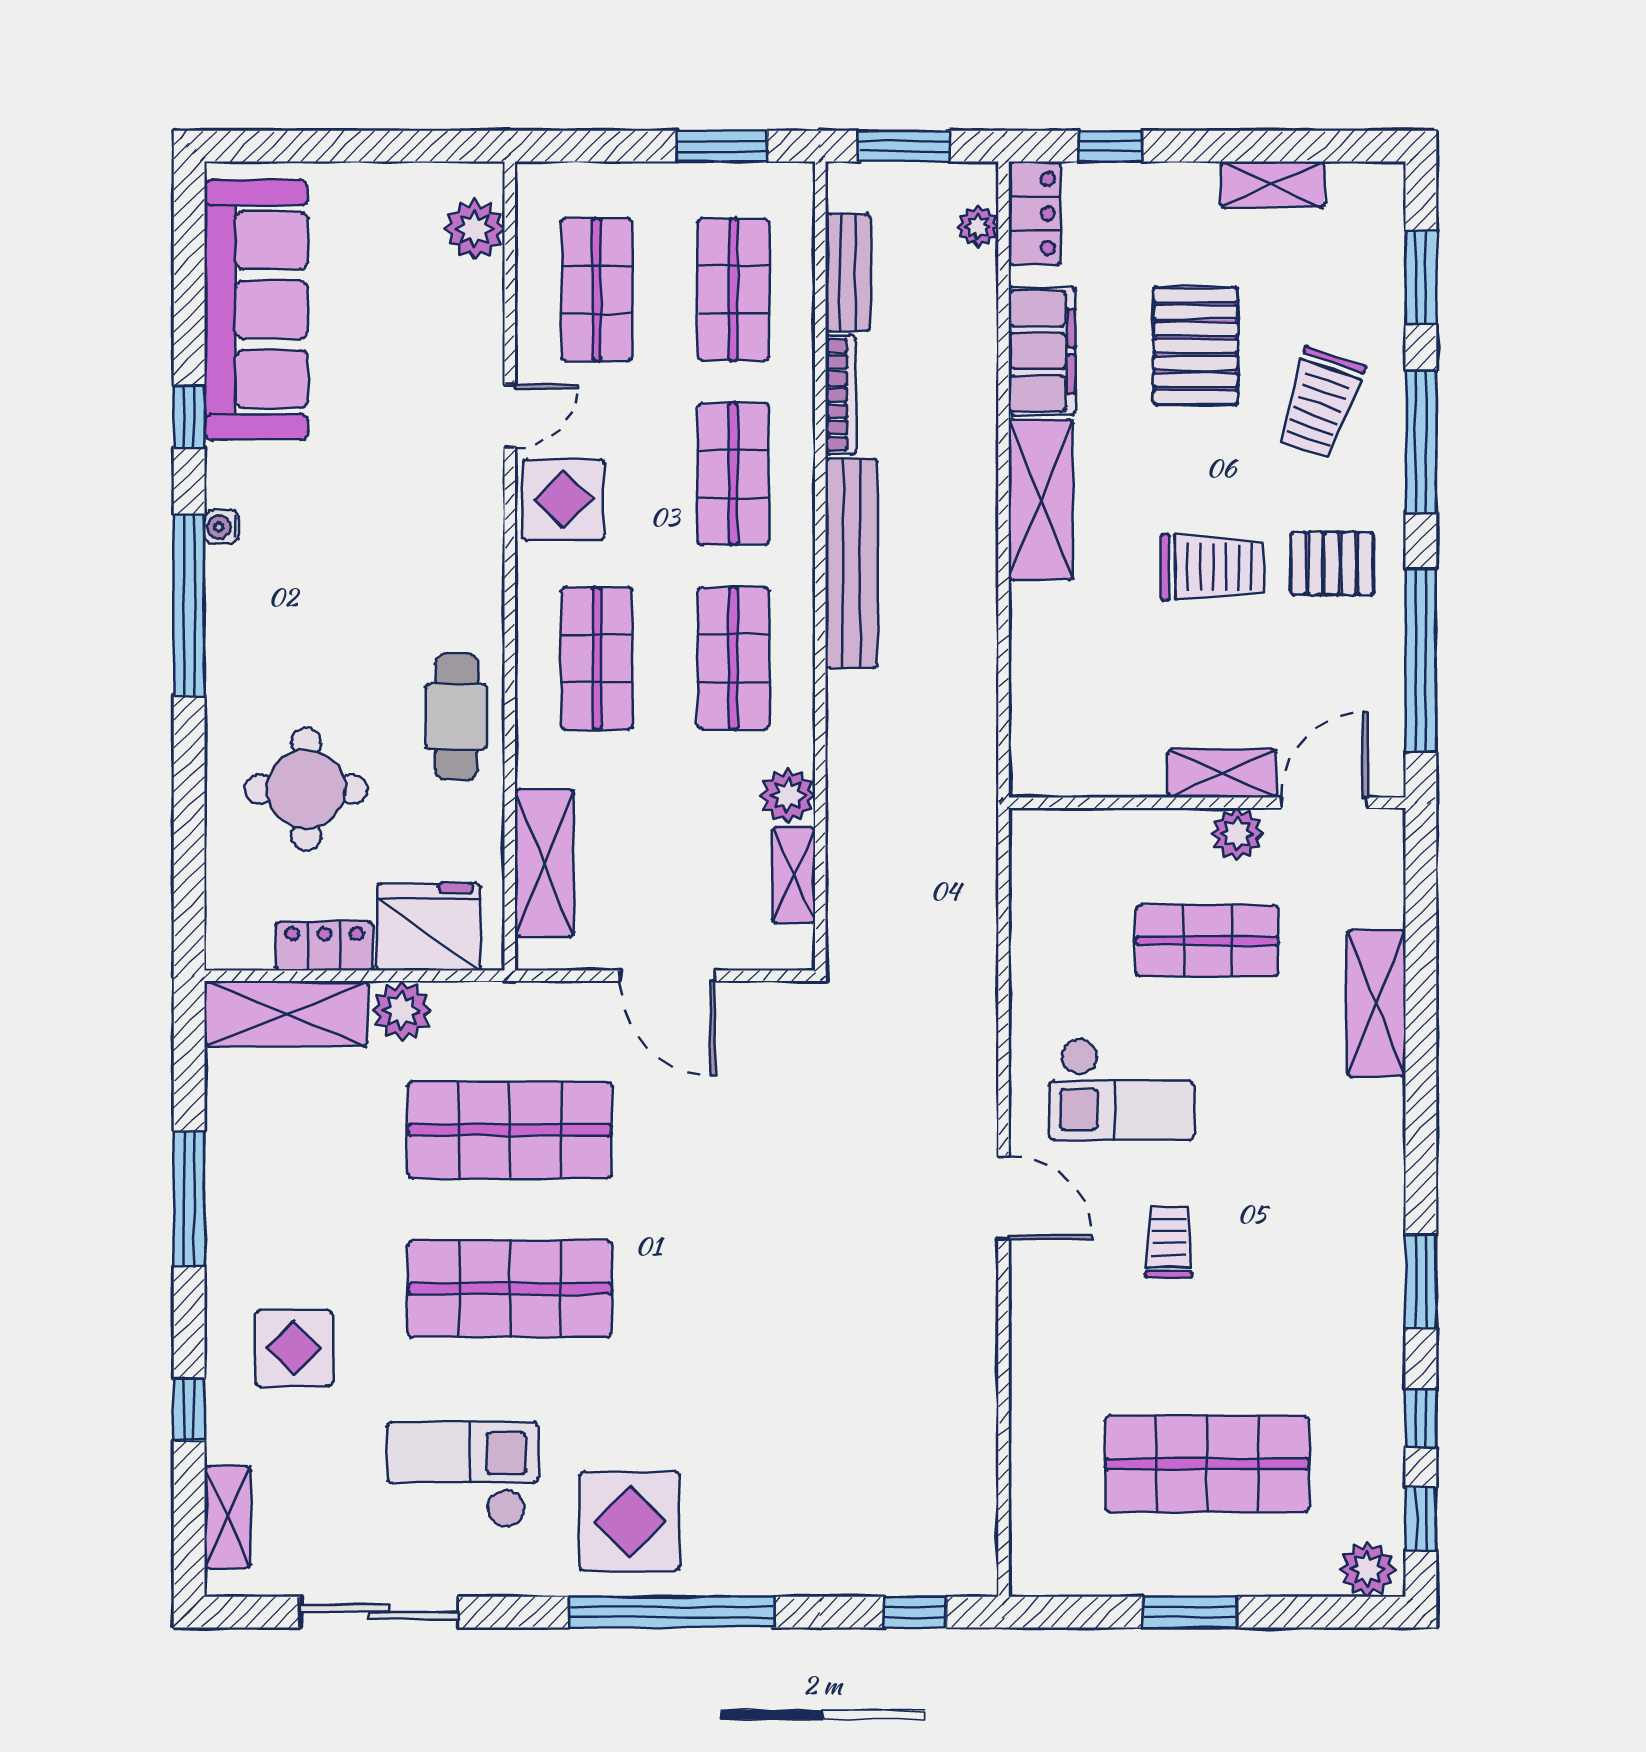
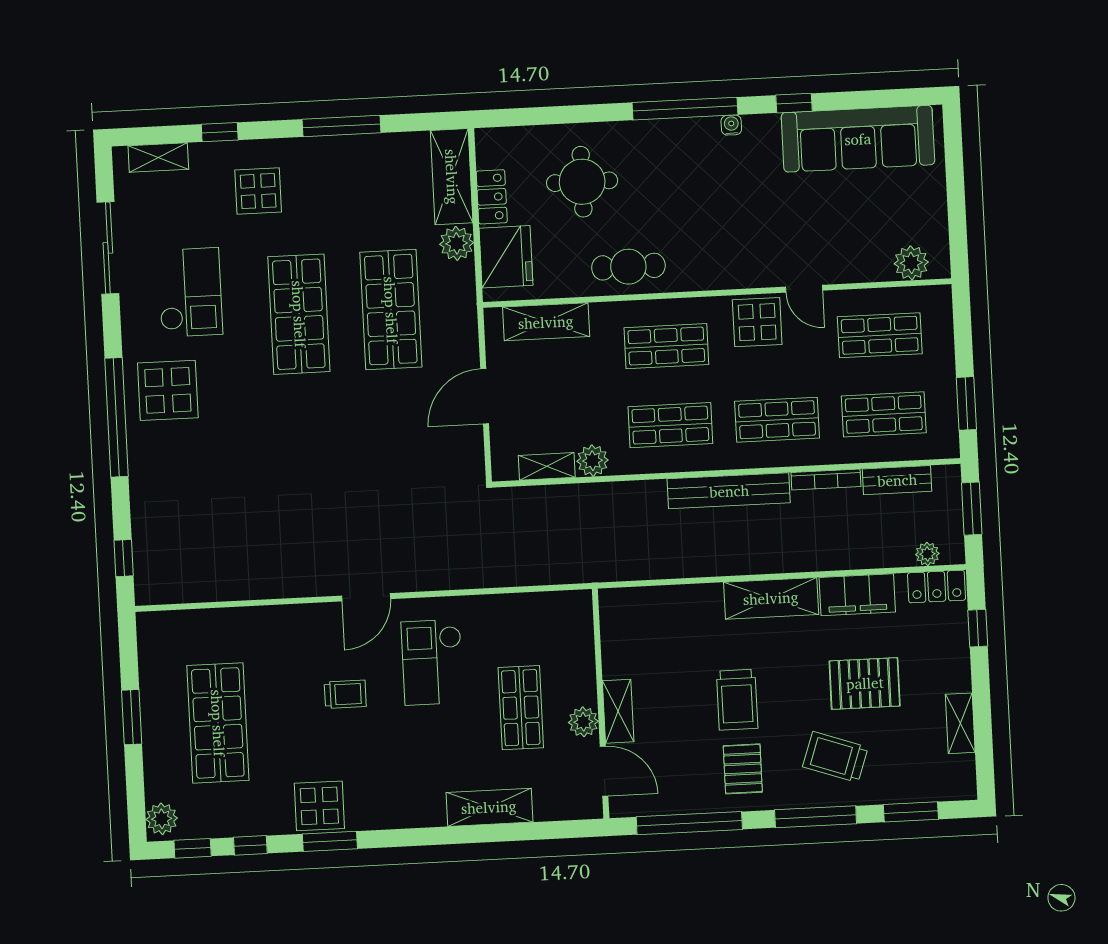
display table: (1359, 1296) -> (319, 806), added

